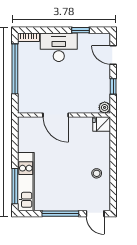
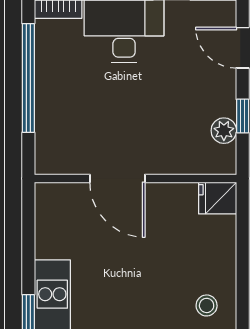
plant: (105, 107) -> (224, 131), moved

